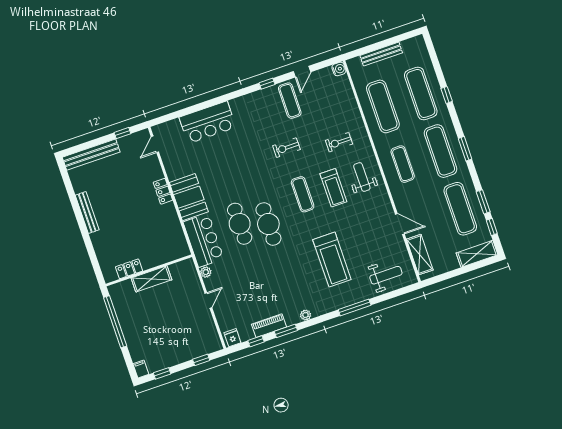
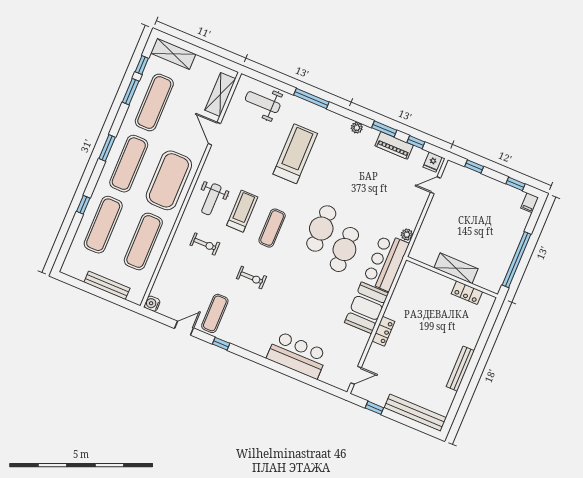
exercise mat: (403, 164) -> (169, 180), width x2.00, depth x1.45
door: (208, 300) -> (436, 185), moved

